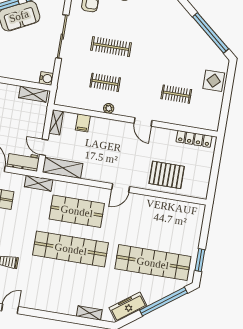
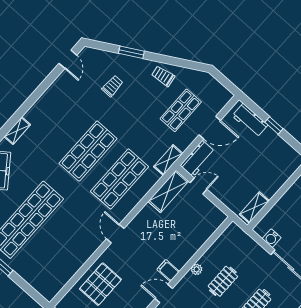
water cooler: (46, 78) -> (272, 238), moved
shelving: (56, 122) -> (215, 212), removed
filing cabinet: (83, 123) -> (168, 271), moved
shop shelf: (71, 249) -> (88, 151), width x0.71

